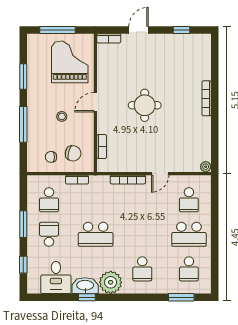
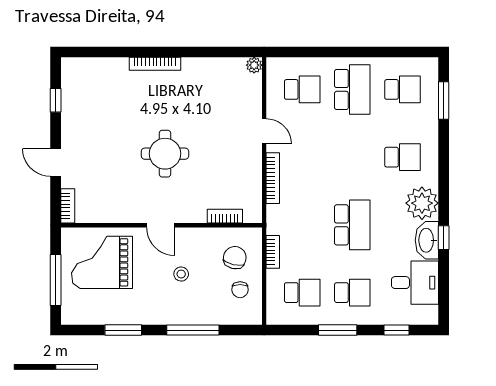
school desk: (49, 234) -> (352, 293), turned 180

